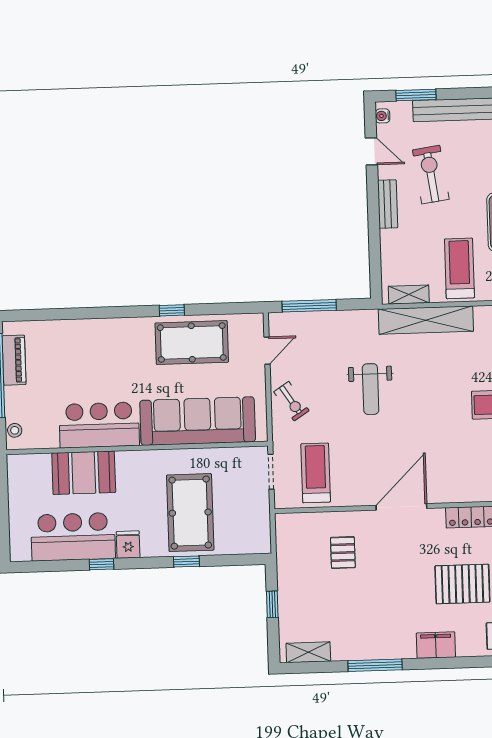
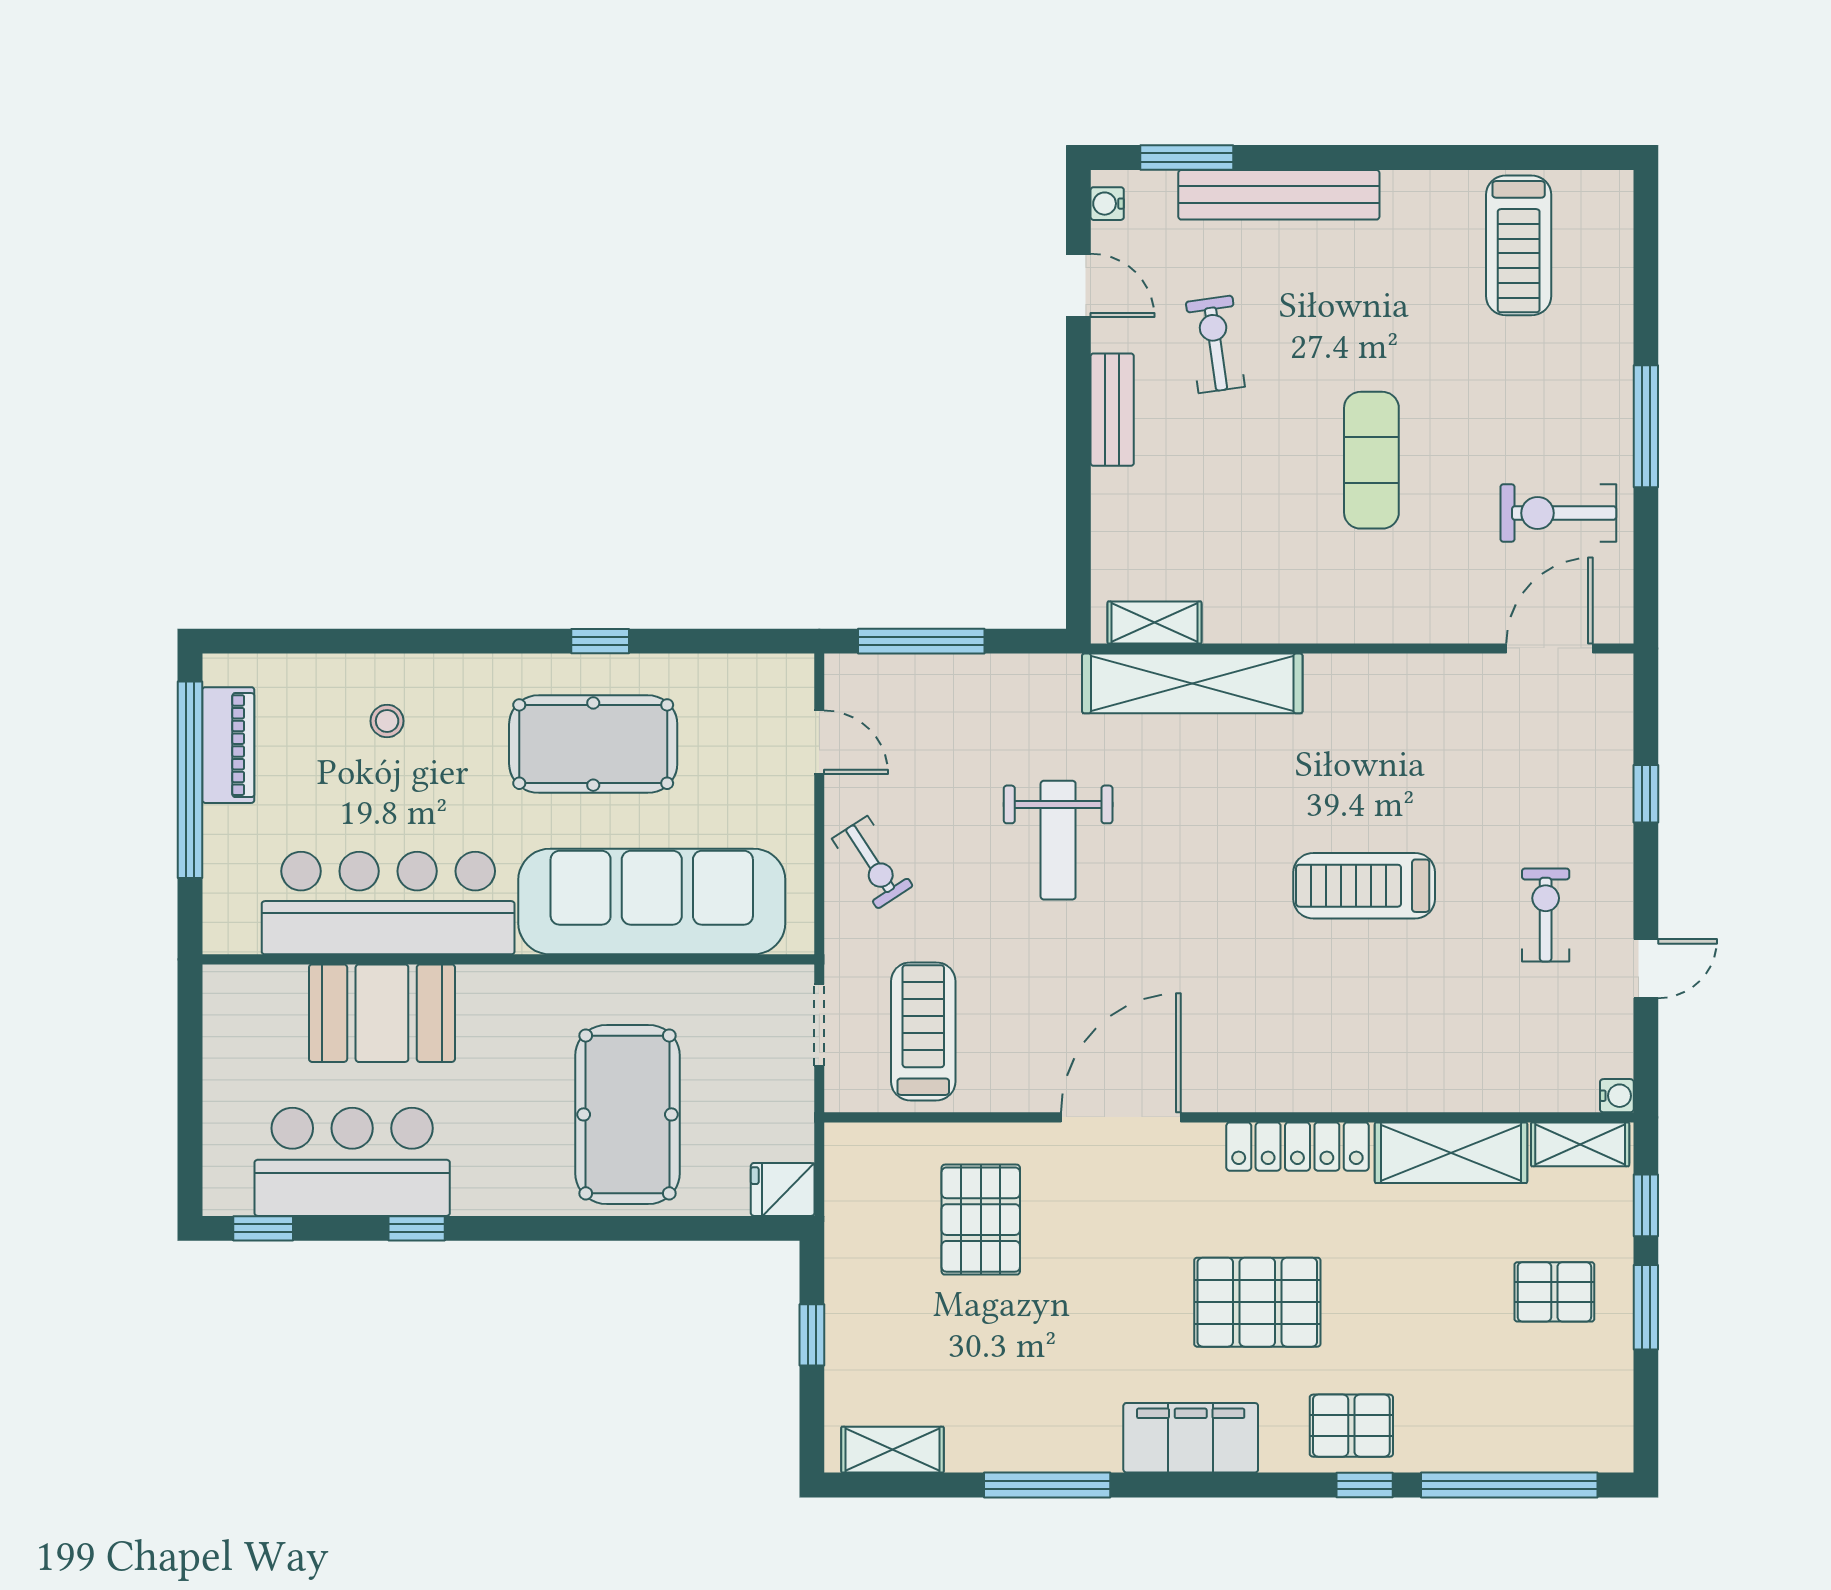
exercise bike: (431, 175) -> (1215, 344), width x0.73, depth x0.72
treadmill: (459, 268) -> (1275, 565), removed
pool table: (192, 343) -> (593, 744), moved
door: (267, 351) -> (819, 742), hinge flipped
bar counter: (99, 425) -> (388, 903), width x1.36
stool: (15, 430) -> (387, 721), moved
fridge: (128, 545) -> (783, 1189), moved, turned -90
pallet: (343, 553) -> (981, 1220), width x1.50, depth x1.42
window: (186, 562) -> (263, 1228), moved
filing cabinet: (436, 645) -> (1191, 1438), width x1.50, depth x1.17

